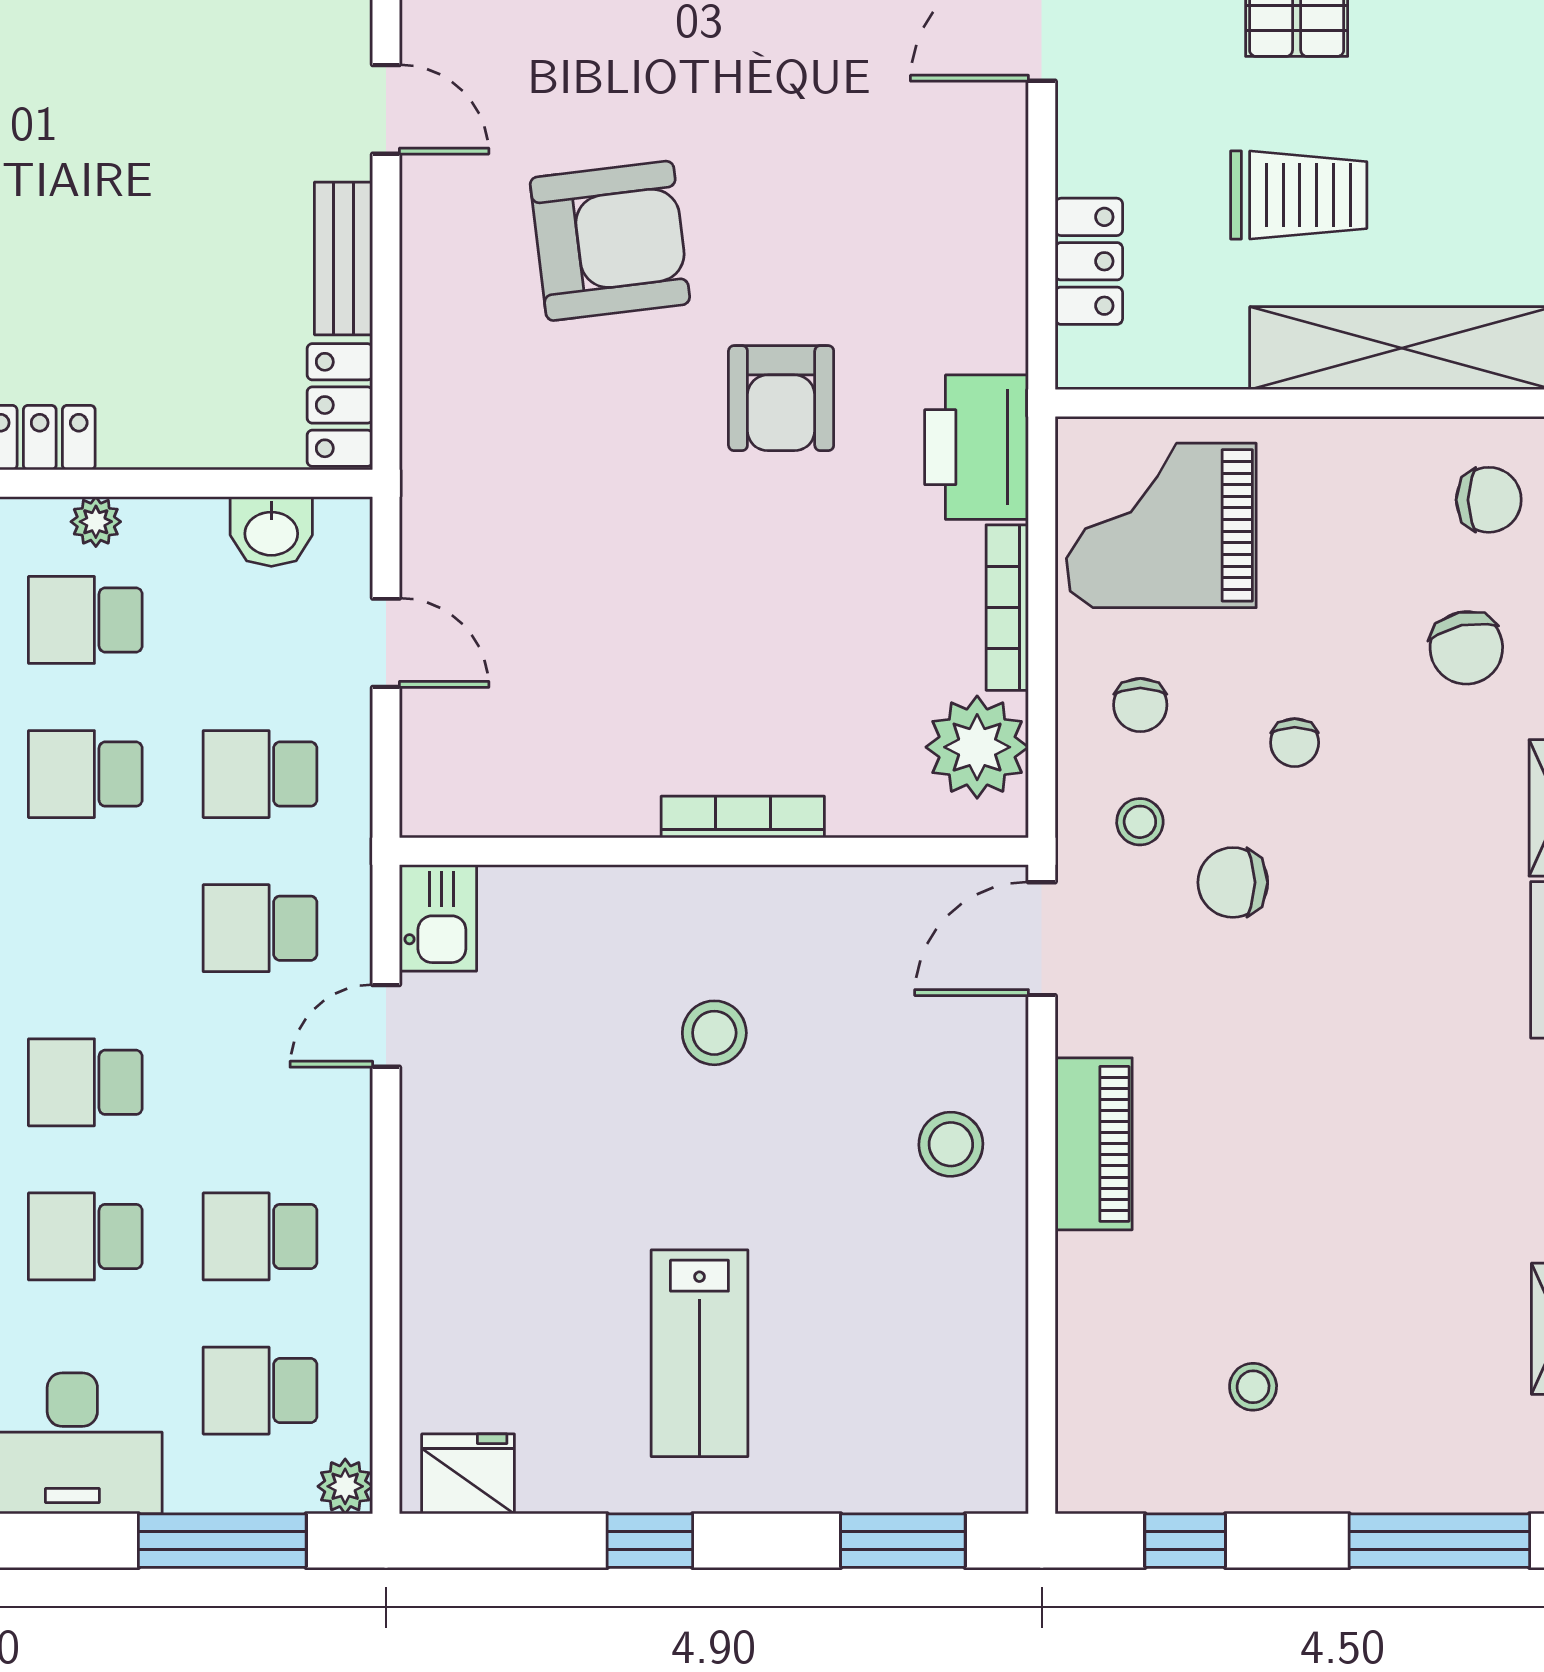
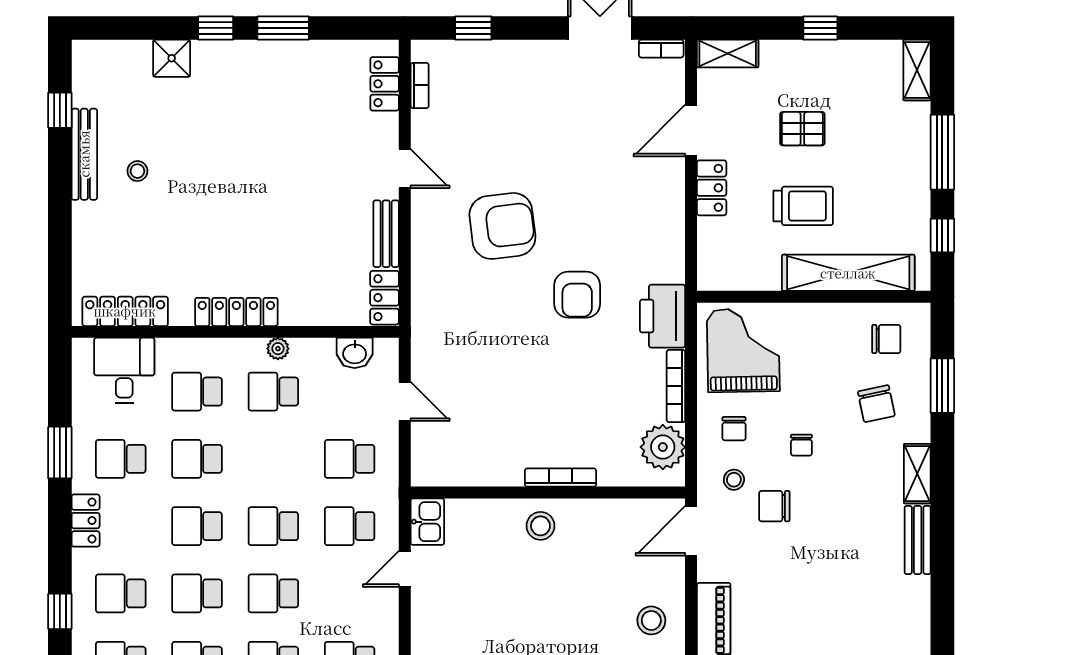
locker: (1089, 261) -> (712, 188), moved
grand piano: (1161, 525) -> (743, 350), turned 89
school desk: (85, 774) -> (273, 526), moved
stool: (714, 1033) -> (540, 526), moved

